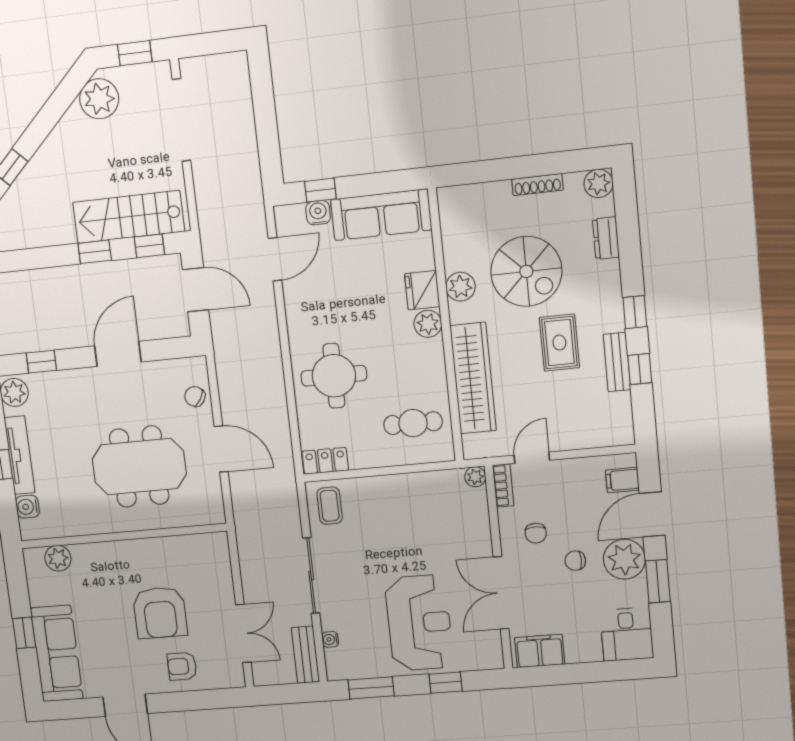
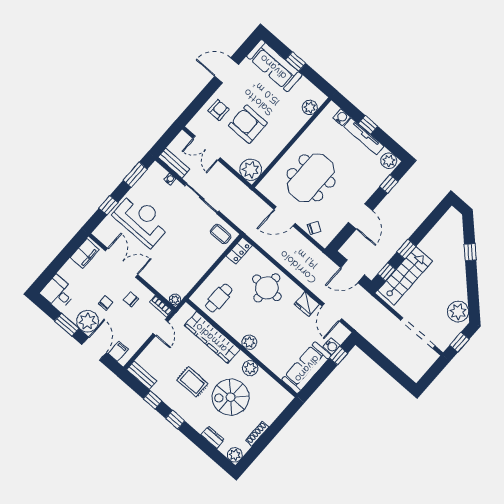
fridge: (422, 290) -> (307, 304), moved, turned 180
bench: (617, 362) -> (142, 375), moved
plant: (210, 551) -> (251, 170), added
reception desk: (419, 623) -> (142, 220), turned 180

